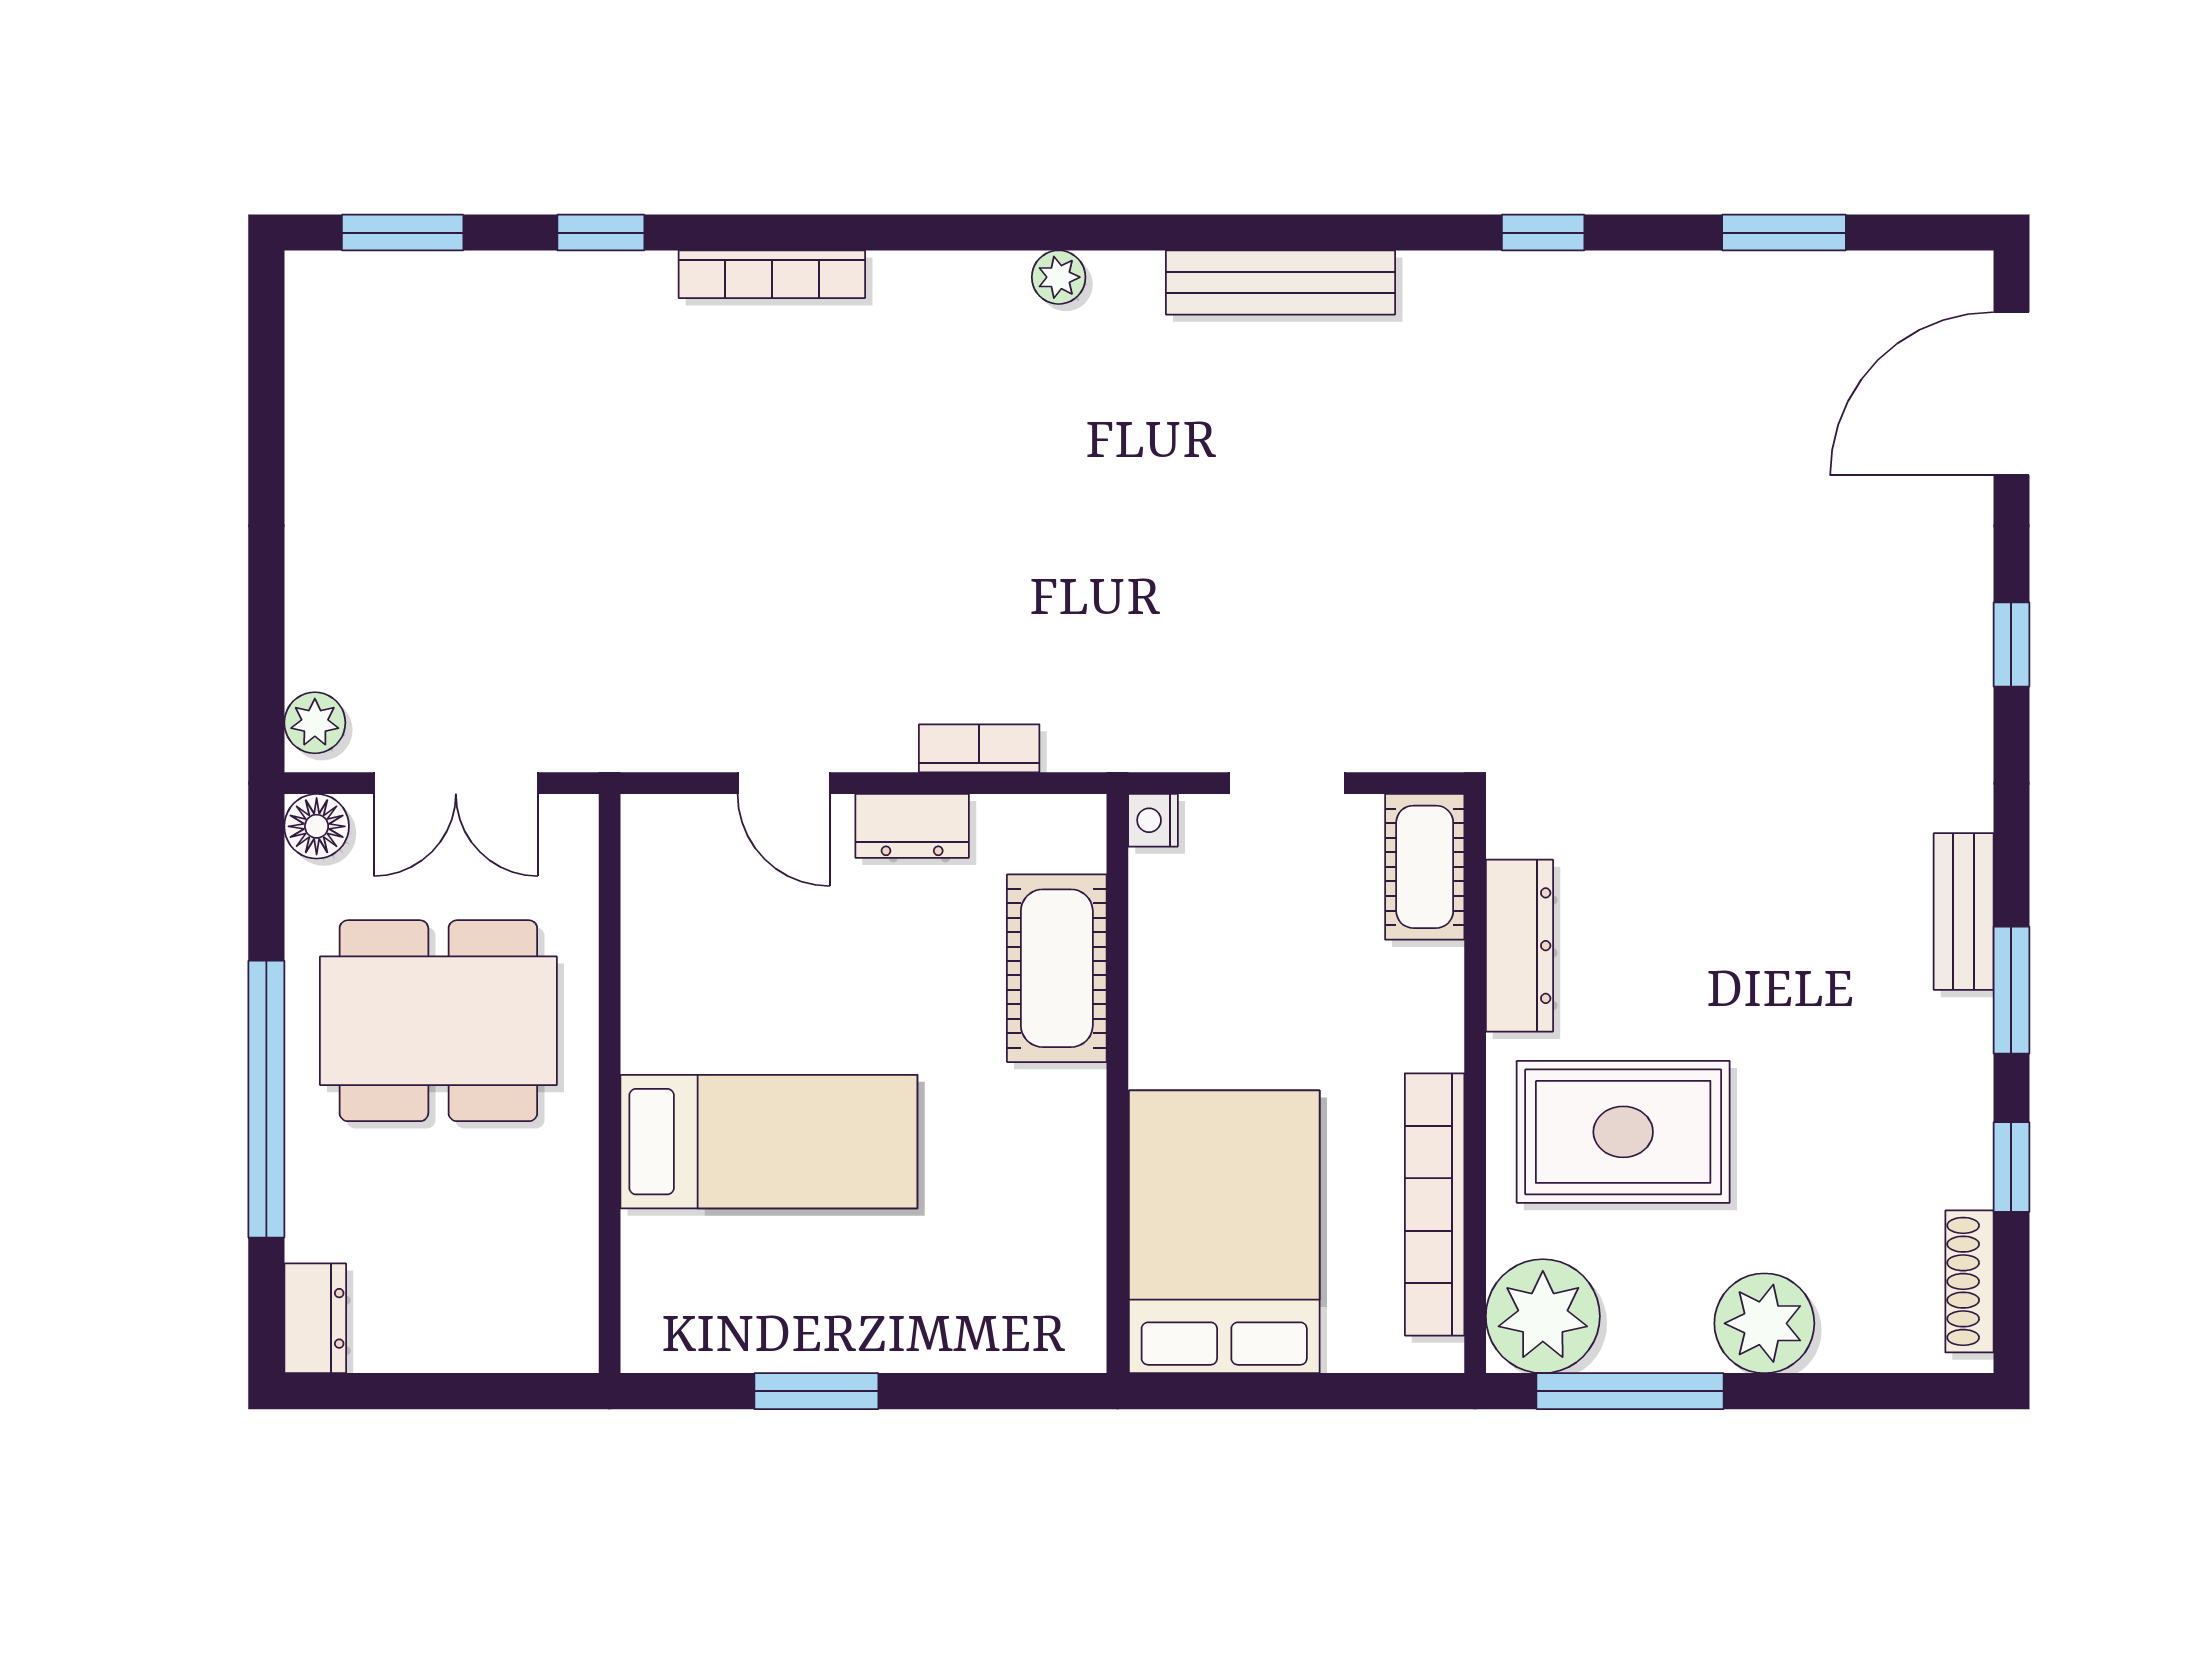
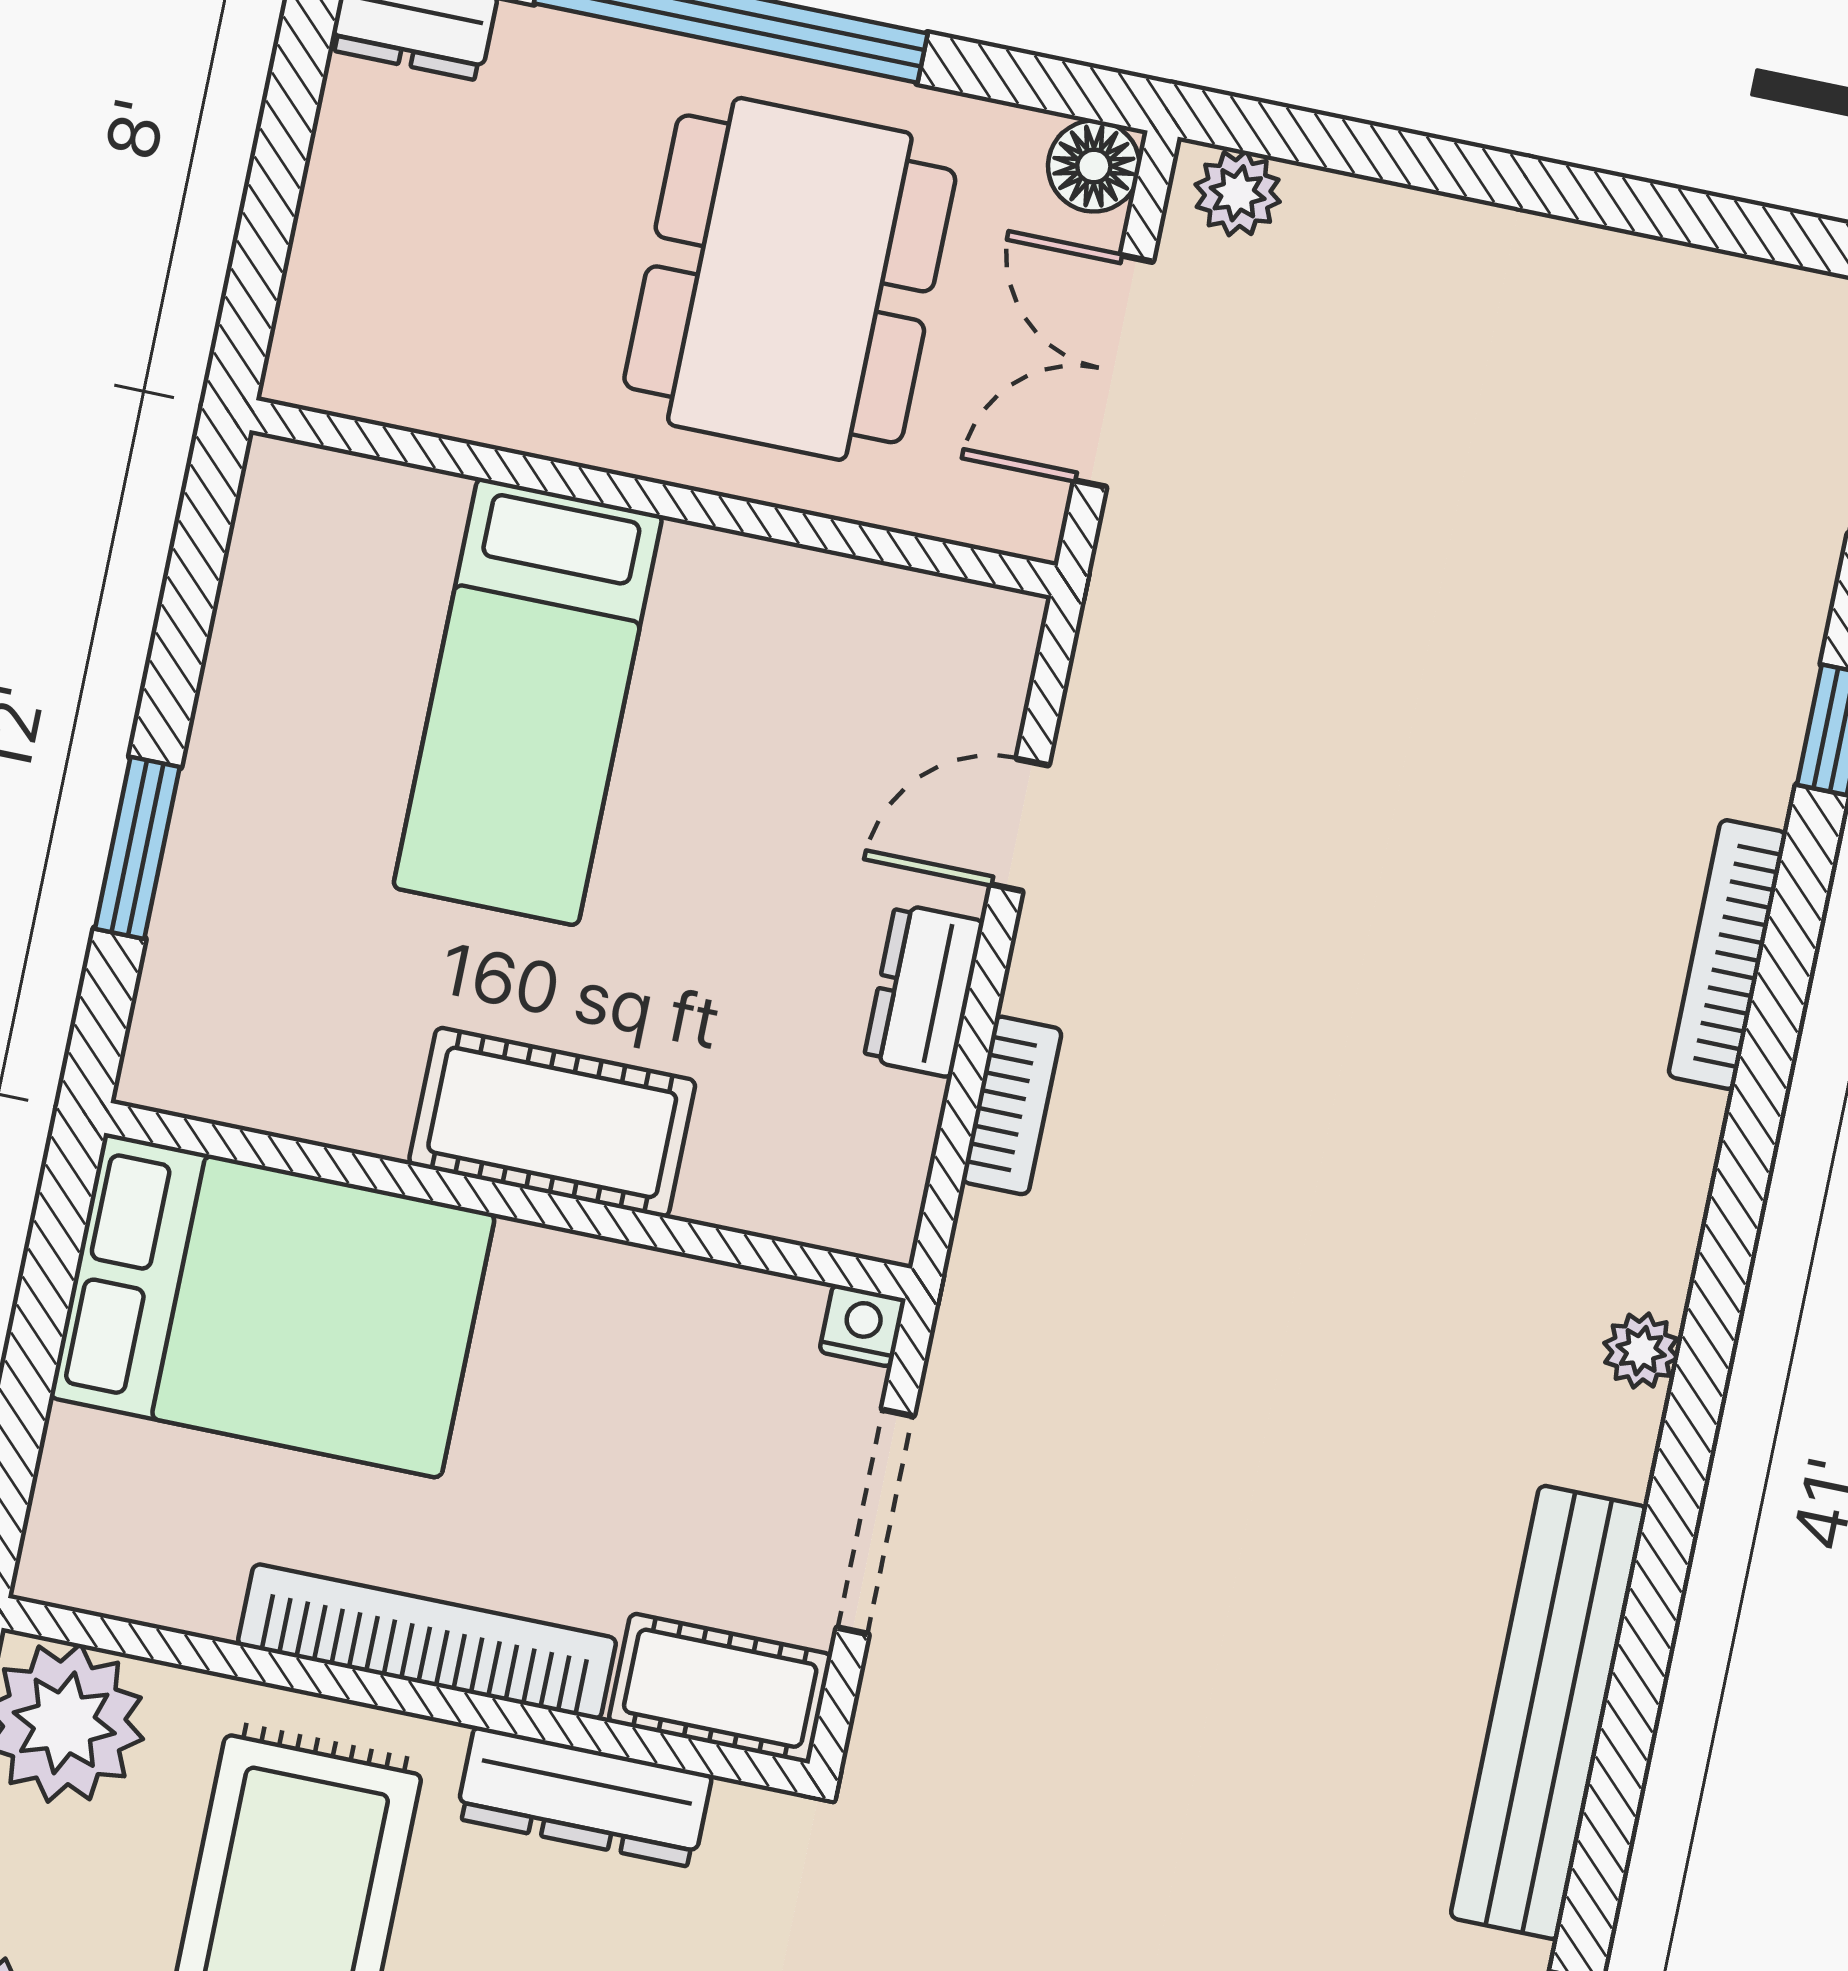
bench: (1281, 282) -> (1549, 1712), width x1.37, depth x1.21
doorway: (1287, 783) -> (875, 1522), width x1.38
cot: (1057, 968) -> (552, 1122), moved
bookcase: (1435, 1204) -> (427, 1642), moved
window: (816, 1391) -> (137, 848), moved

